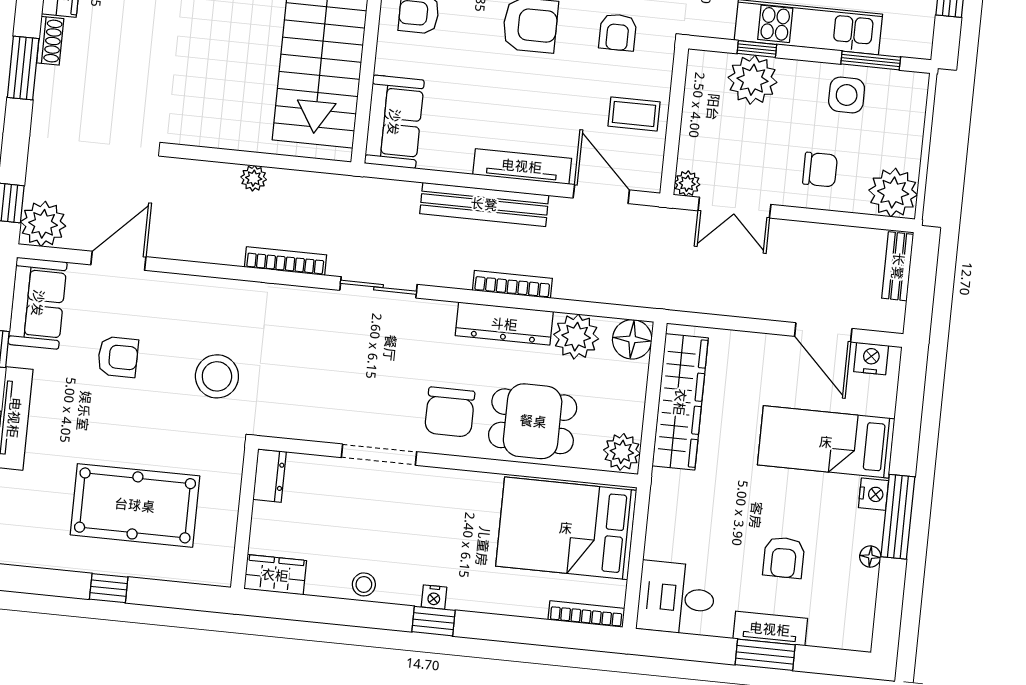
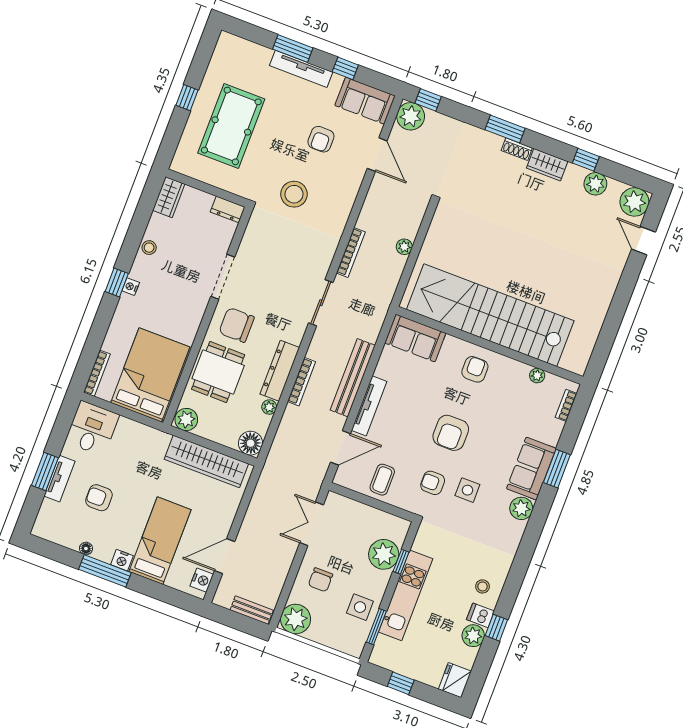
plant: (687, 183) -> (333, 500), removed
plant: (576, 337) -> (269, 407), width x0.53, depth x0.53

